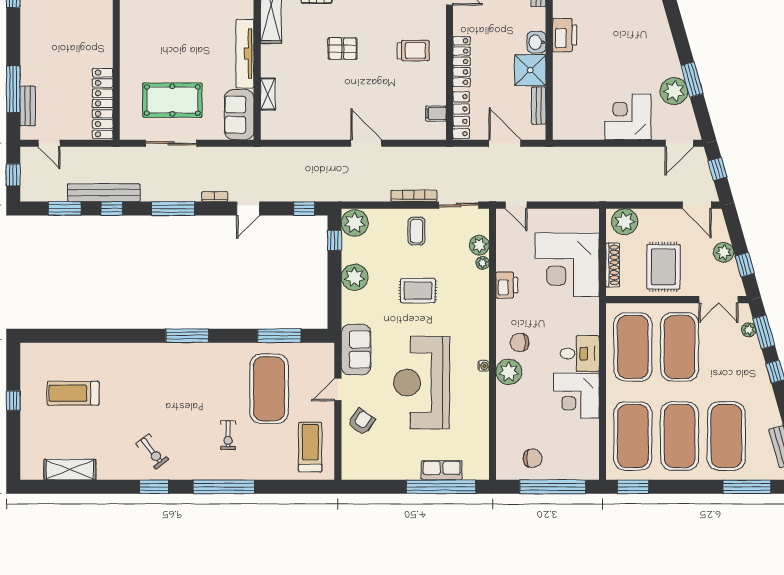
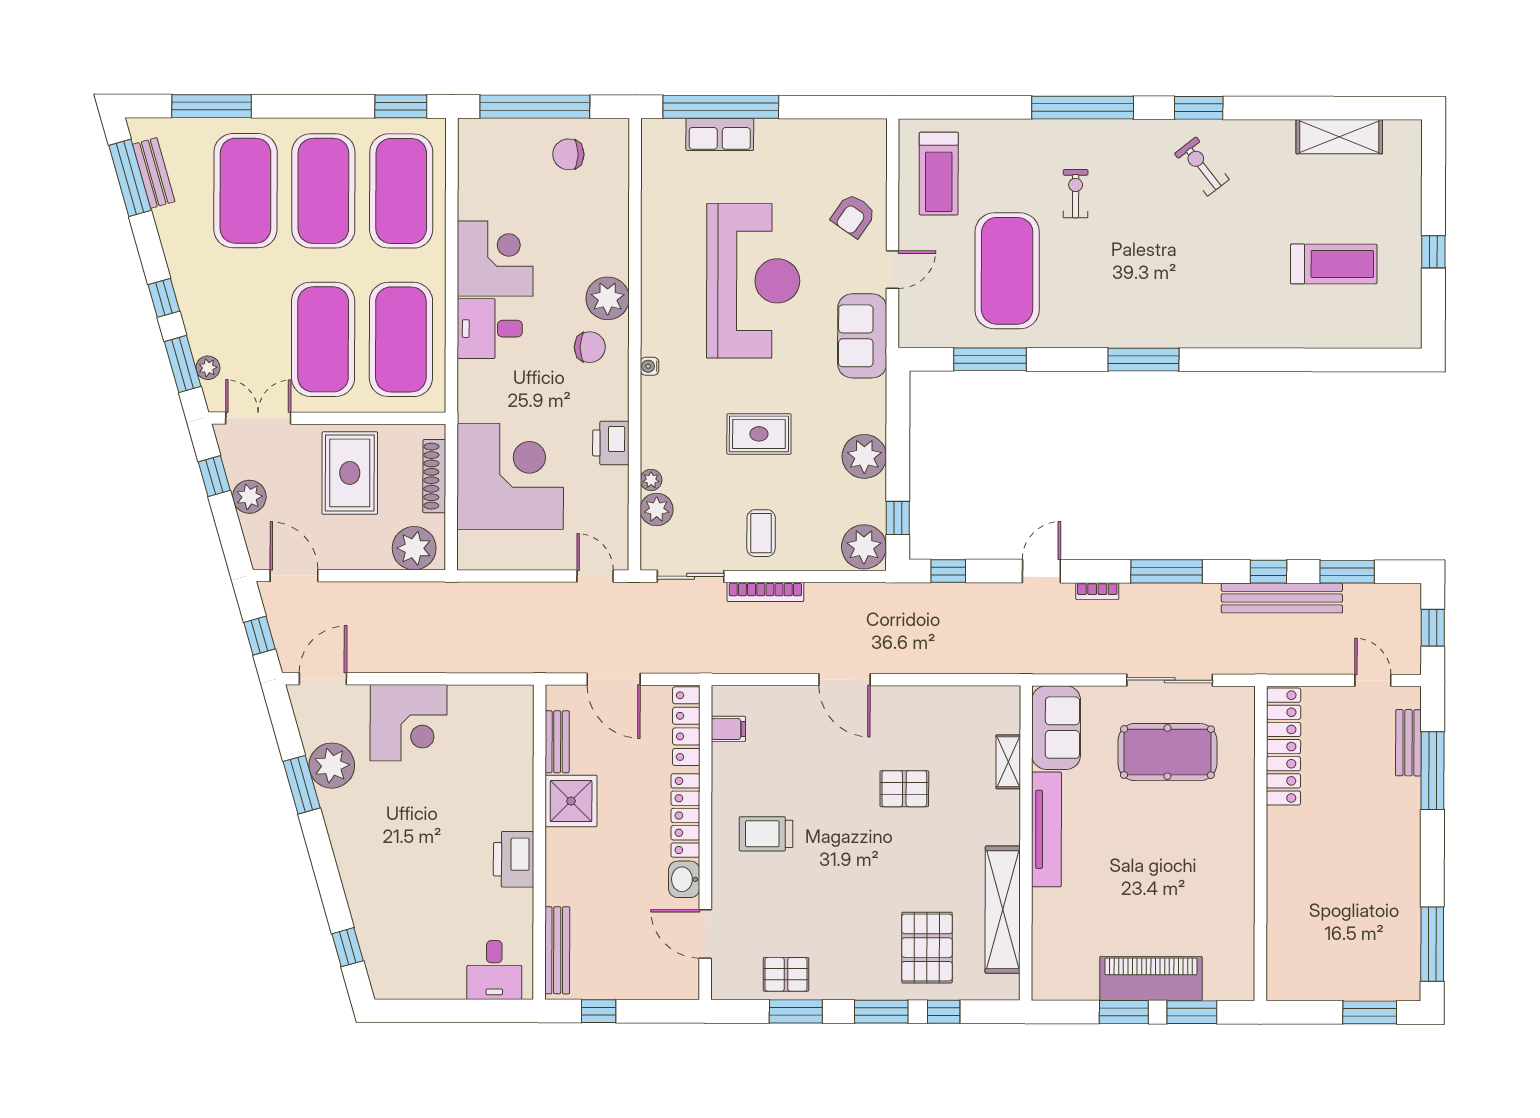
washbasin: (536, 42) -> (684, 879), moved, turned 180
pallet: (343, 48) -> (904, 789), moved
water cooler: (484, 366) -> (650, 366), moved

